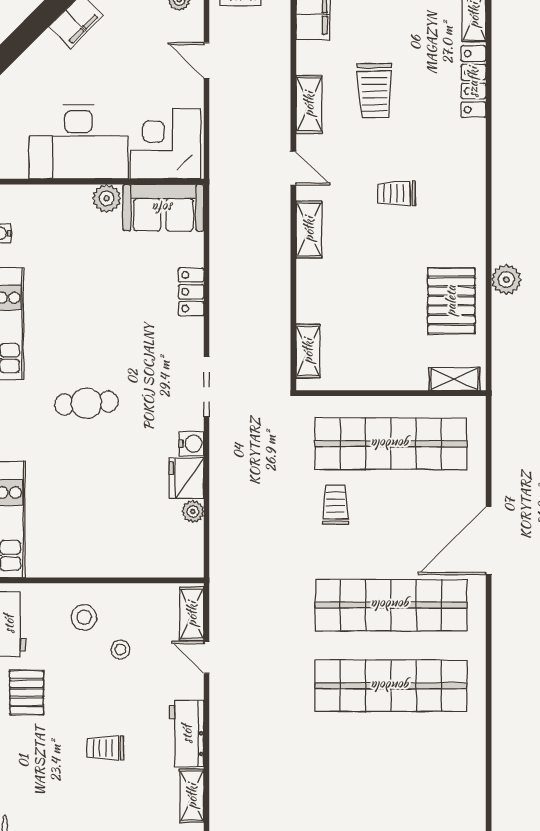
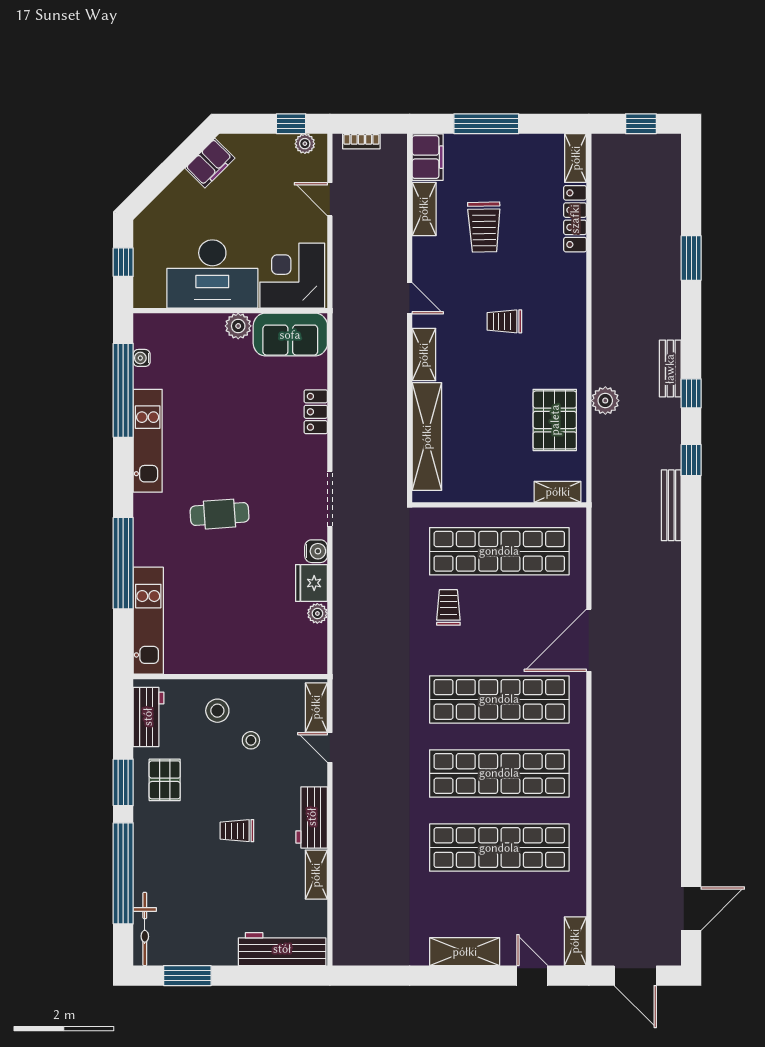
shelving: (309, 104) -> (424, 209), moved
shelving: (308, 351) -> (427, 437), width x2.20, depth x1.33
shop shelf: (391, 766) -> (499, 848), added

